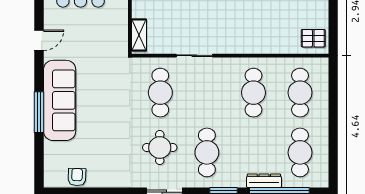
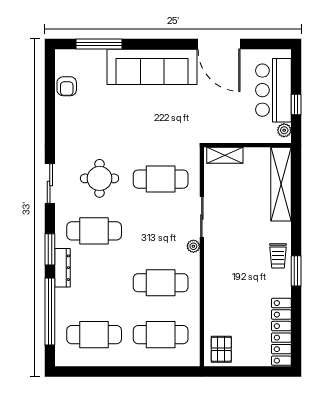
door: (39, 40) -> (219, 44), width x1.87
plant: (221, 63) -> (193, 246), added
window: (39, 112) -> (99, 44), moved
armchair: (77, 177) -> (67, 86), turned 88
dresser: (264, 181) -> (63, 268), moved

